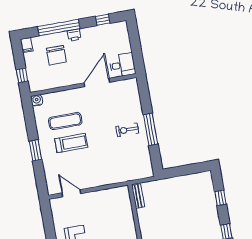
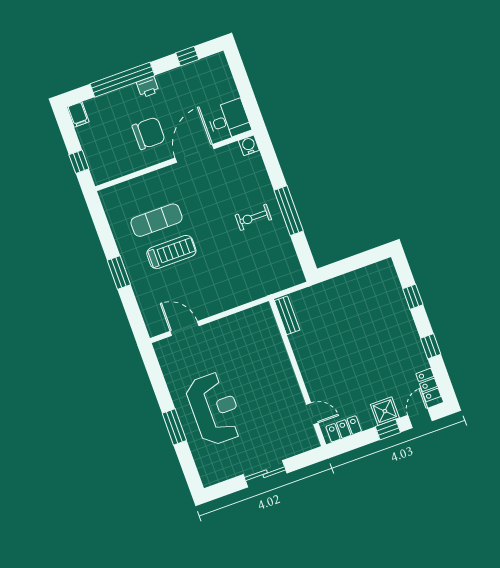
chair: (56, 55) -> (149, 133), moved, turned -90
water cooler: (37, 100) -> (249, 145), moved

